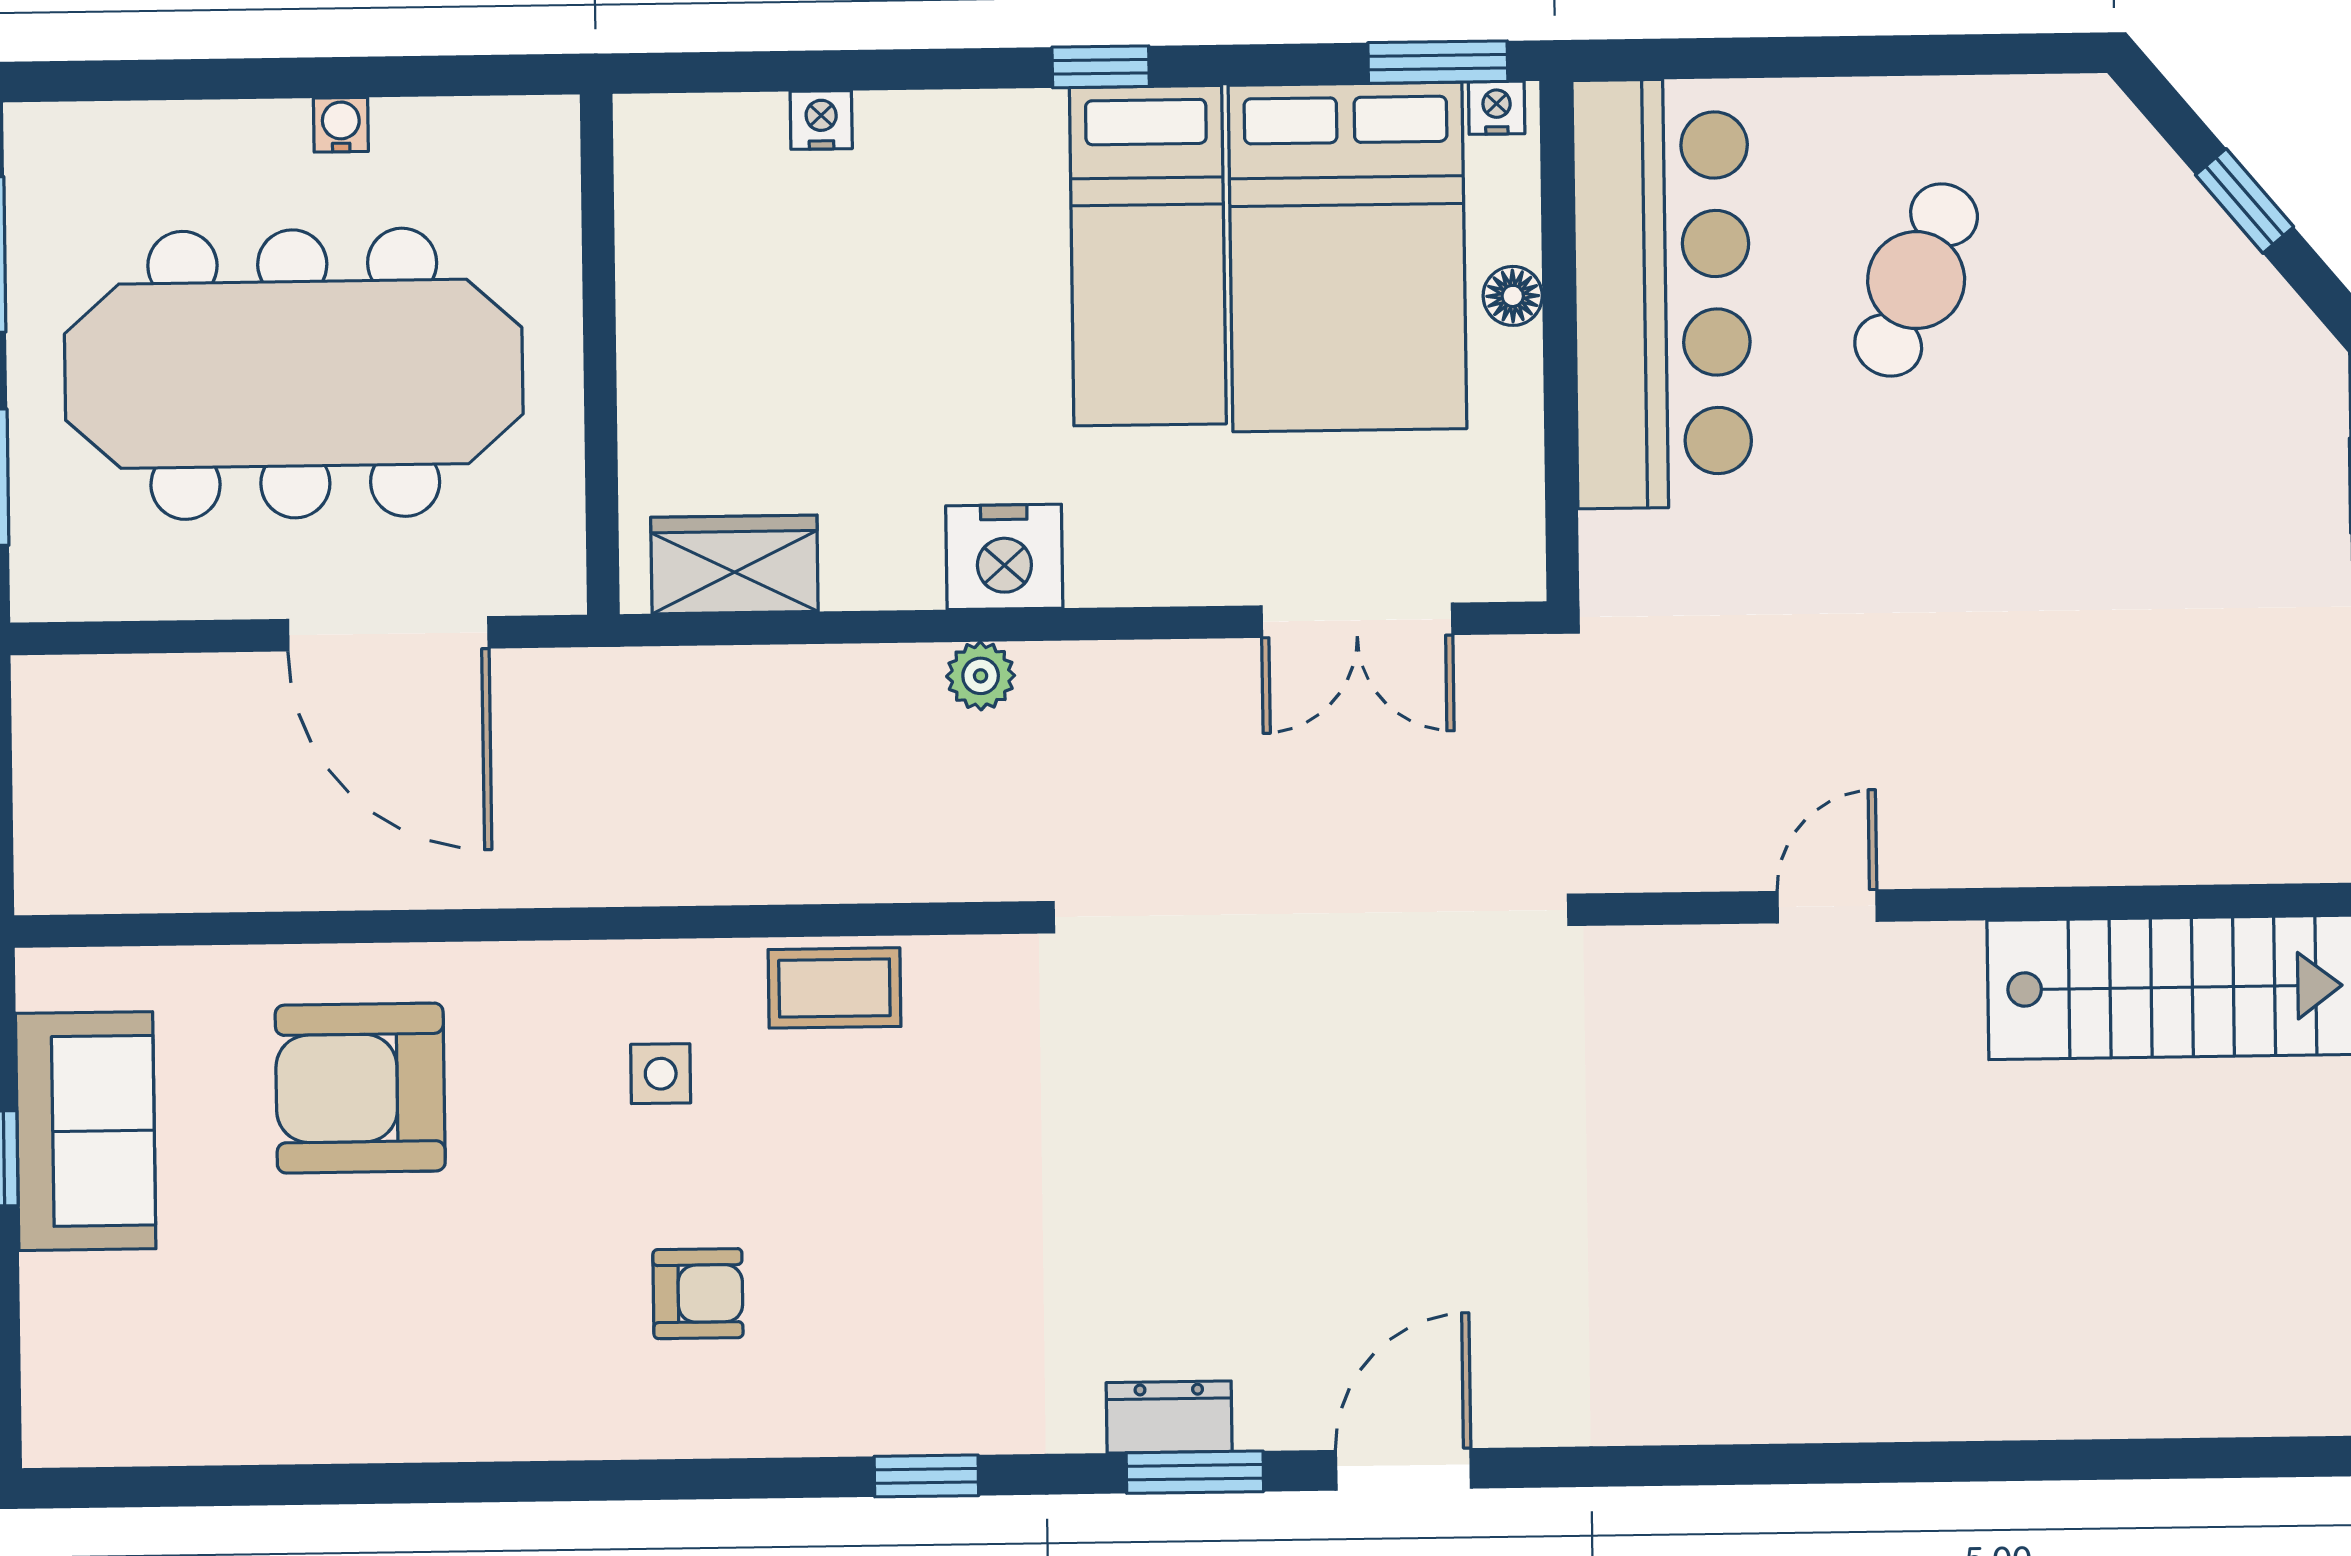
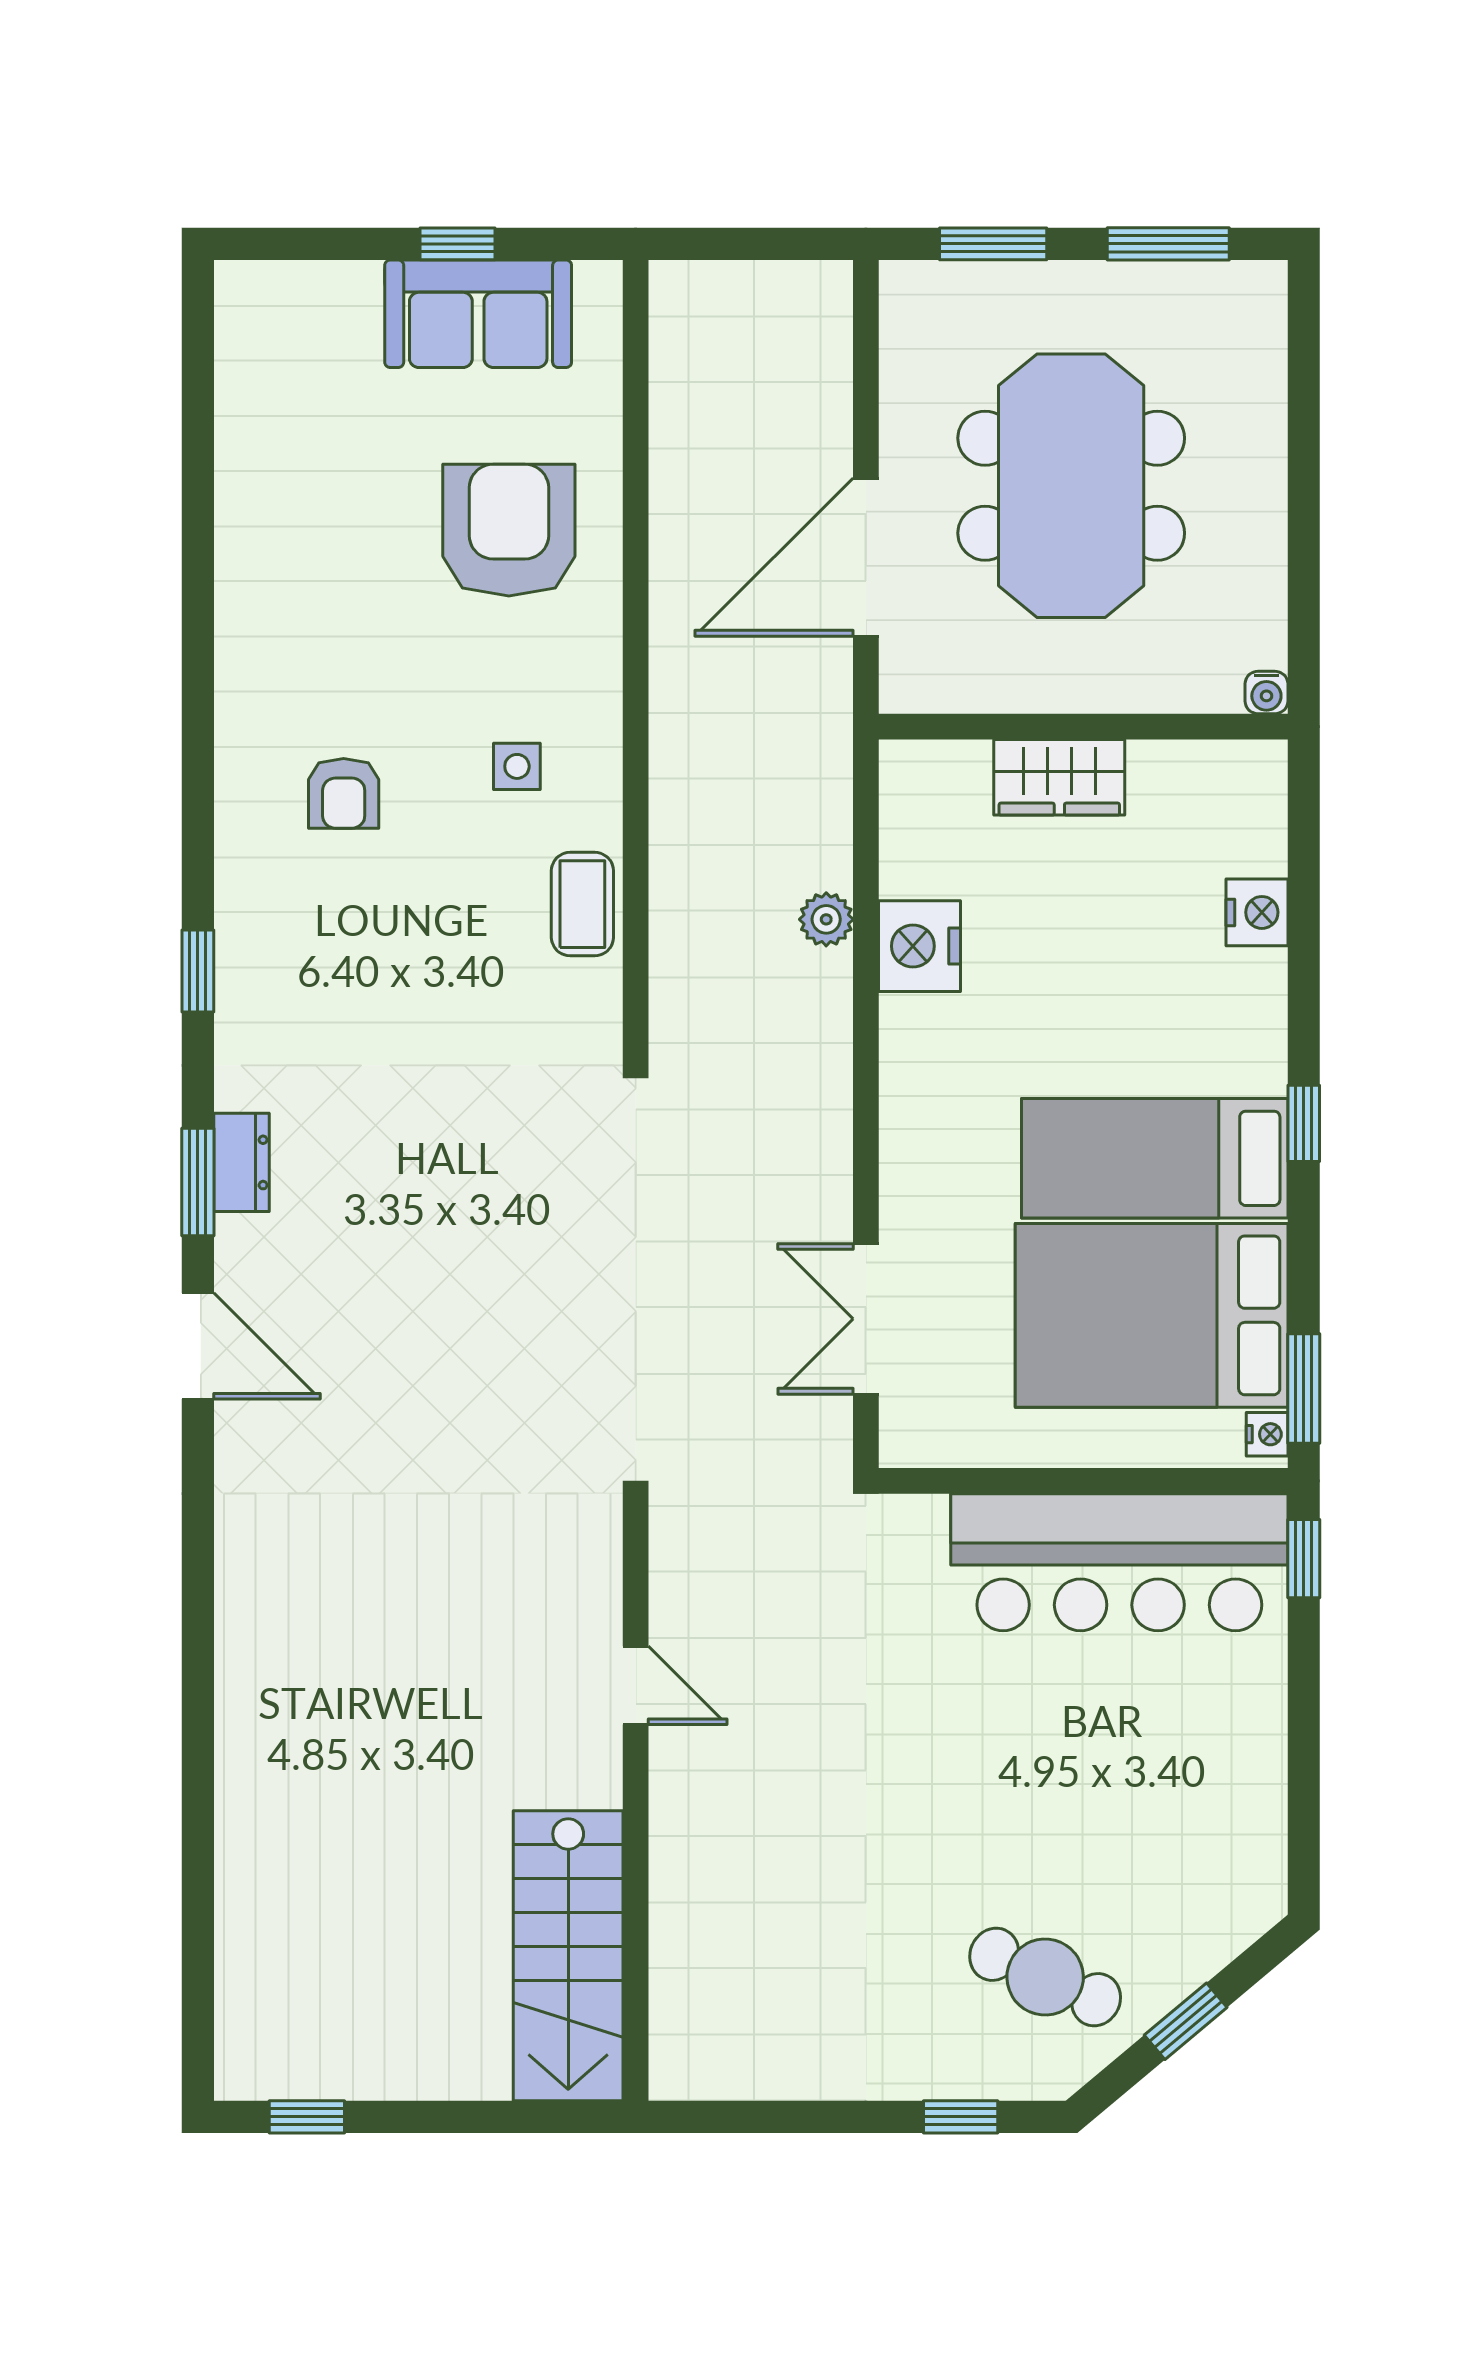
window: (1654, 59) -> (1304, 1559), added
nightstand: (821, 120) -> (1257, 912), width x1.39, depth x1.35
water cooler: (341, 125) -> (1266, 692), moved, turned 90
cafe table: (1916, 280) -> (1045, 1977), moved
floor lamp: (1513, 296) -> (1119, 1445), removed
meeting table: (294, 374) -> (1071, 486), width x0.73
nightstand: (1004, 557) -> (919, 946), moved
wardrobe: (734, 564) -> (1059, 777), moved, turned 90
plant: (981, 676) -> (826, 919), moved

